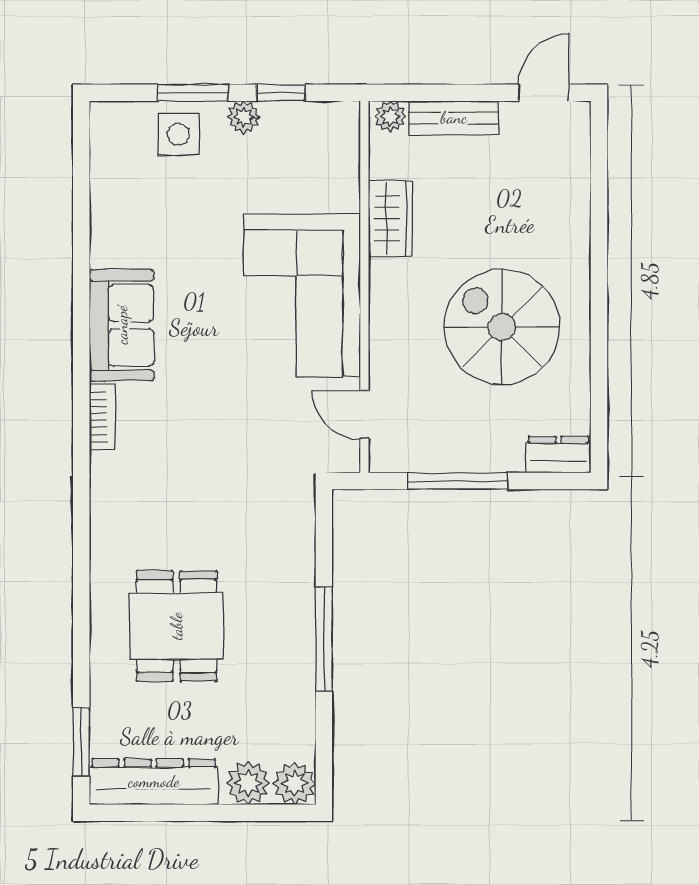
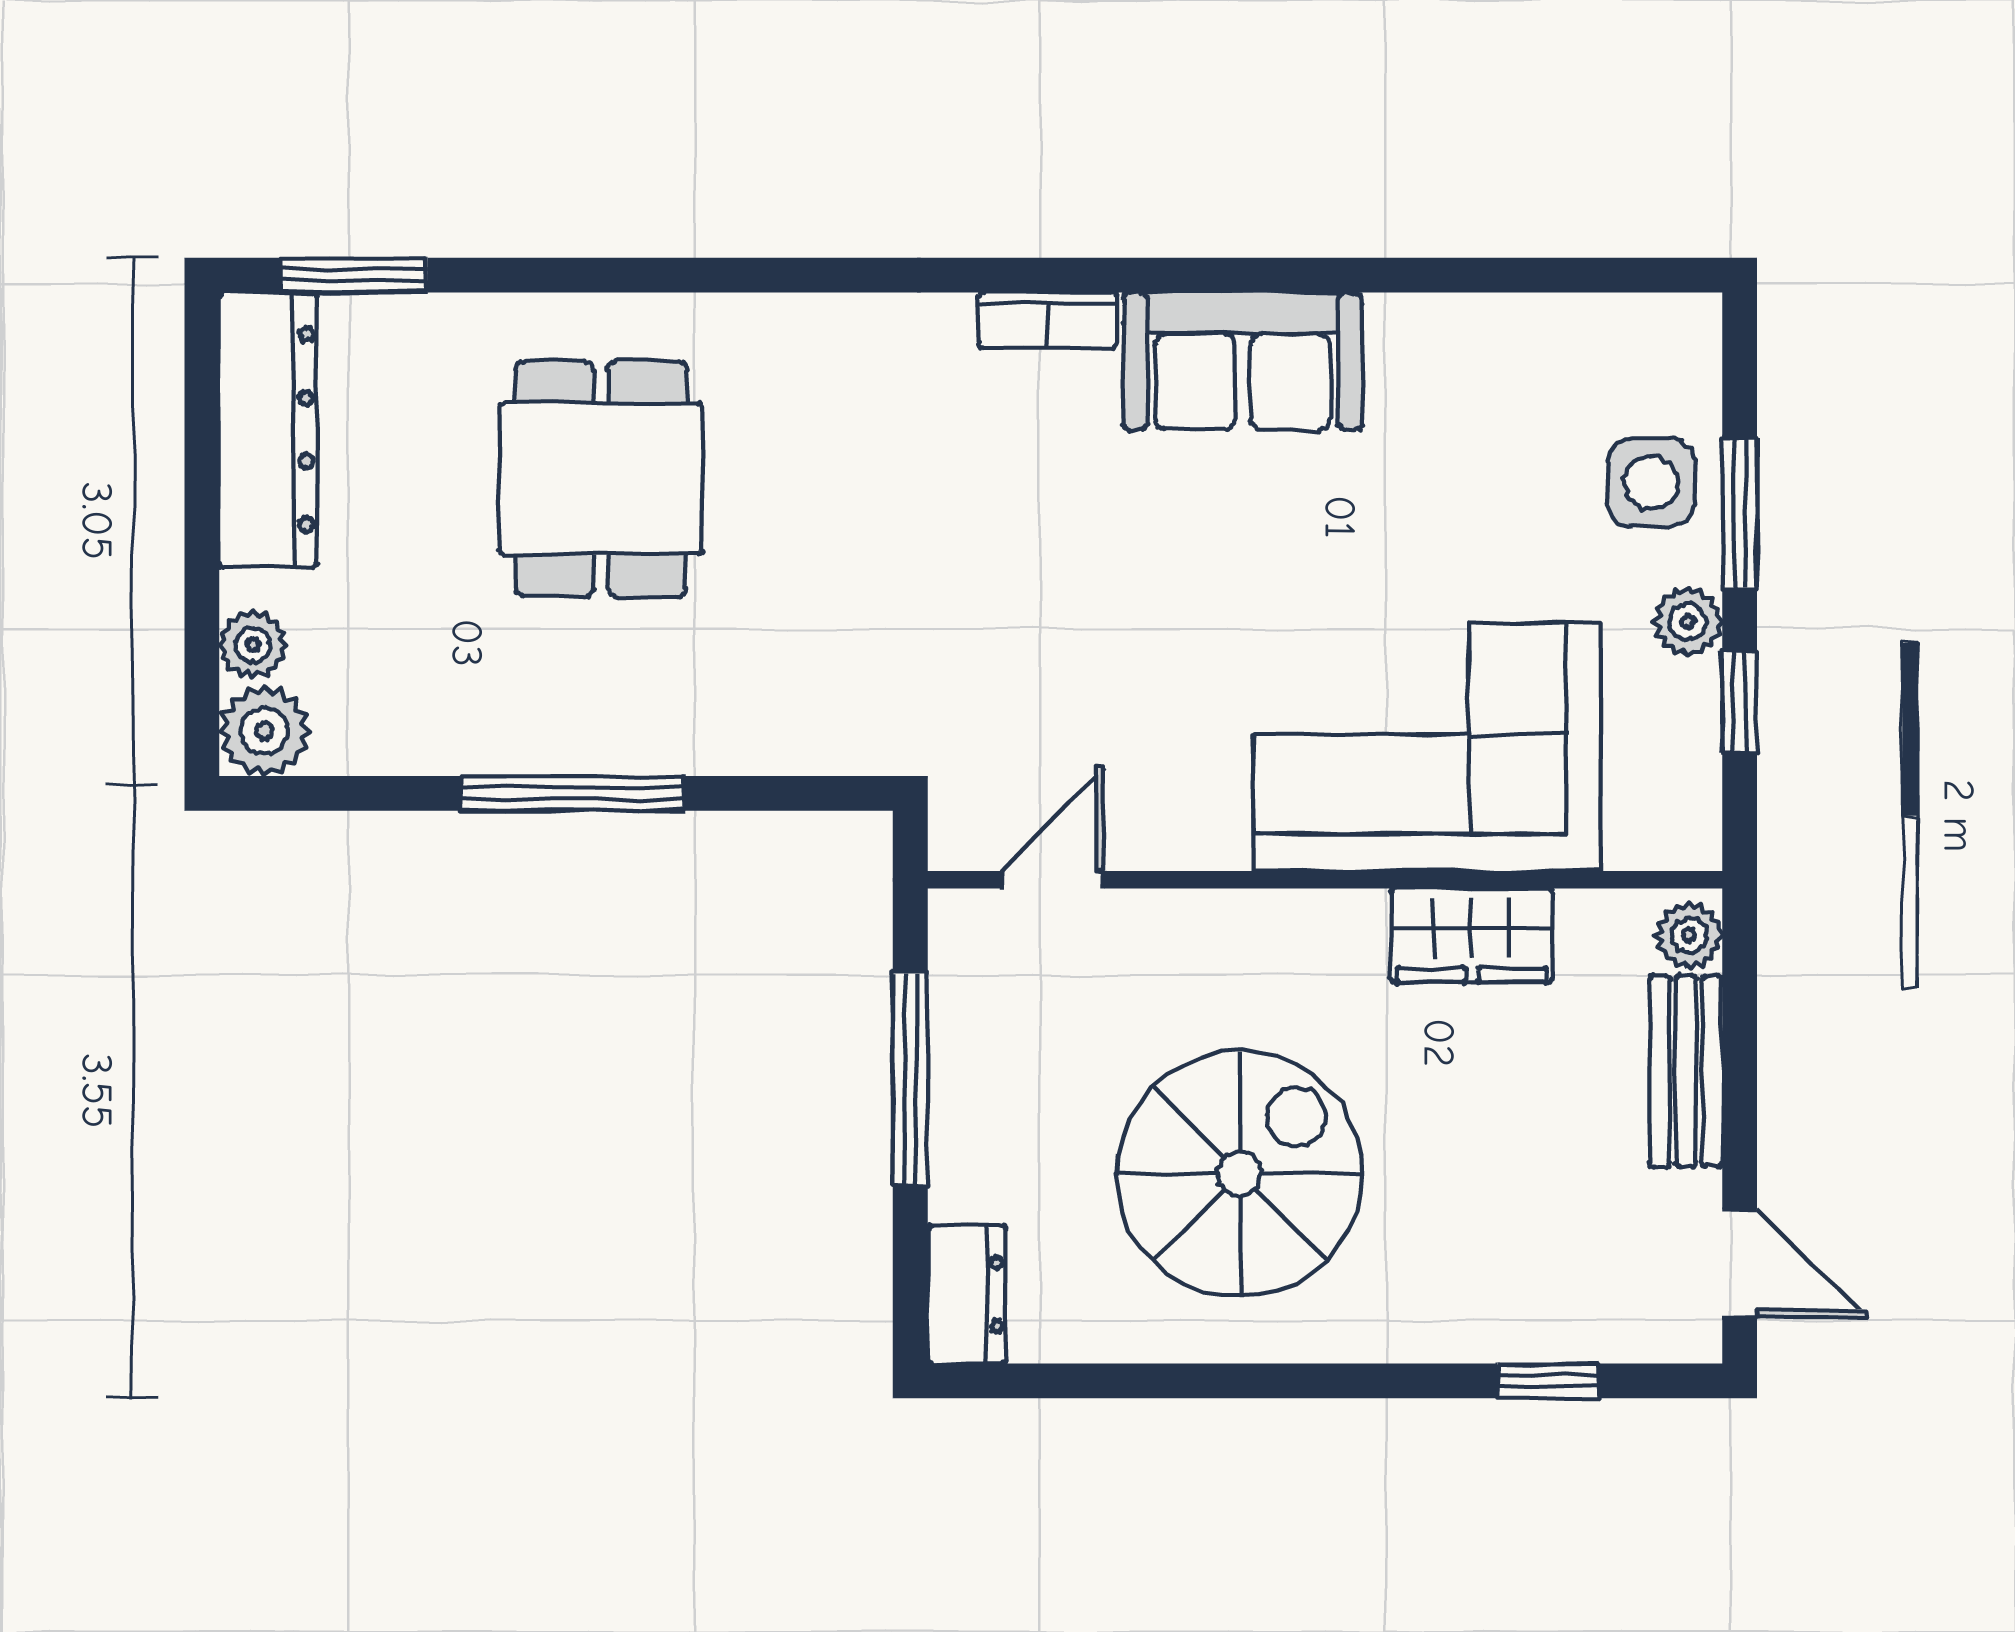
window: (599, 182) -> (1548, 1381), added
corner sofa: (302, 295) -> (1427, 747), moved
dining table: (177, 626) -> (601, 479), turned 90
plant: (248, 783) -> (253, 645), width x0.73, depth x0.73

